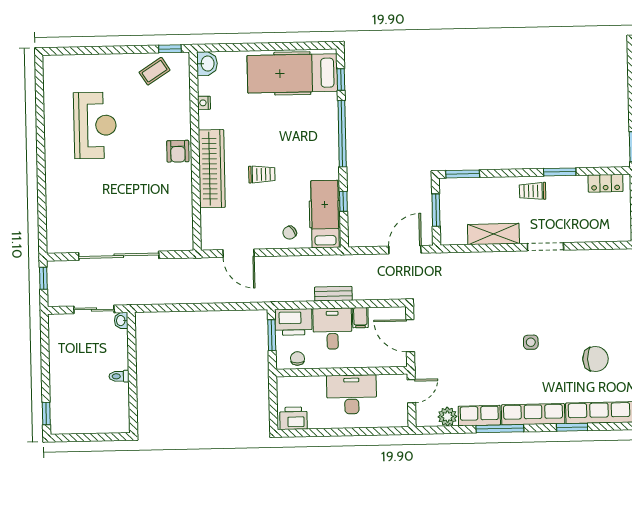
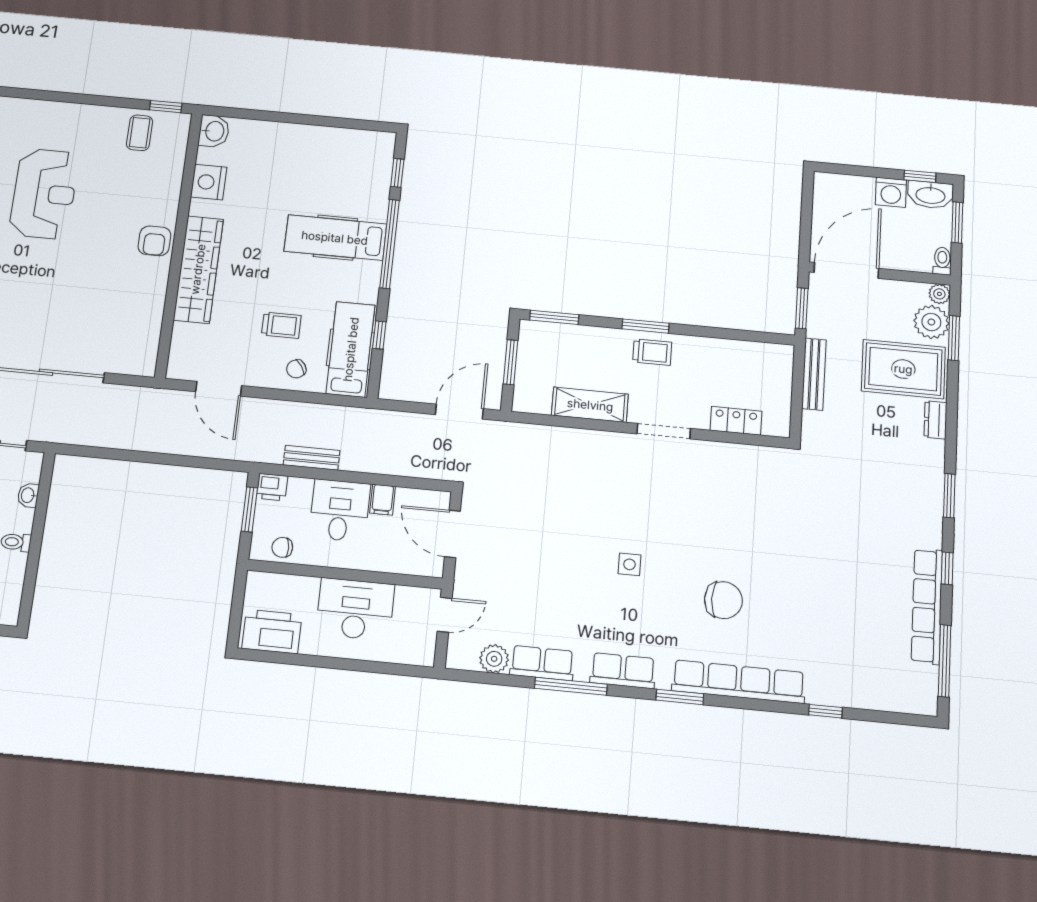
coffee table: (155, 71) -> (140, 133), turned -57
hospital bed: (292, 73) -> (335, 238), moved, width x0.73, depth x0.78
nightstand: (204, 103) -> (209, 182), width x1.89, depth x1.79
window: (560, 172) -> (645, 326), moved
trolley: (262, 174) -> (281, 325), moved
locker: (606, 183) -> (736, 421), moved, turned 180
trolley: (533, 191) -> (652, 352), turned 180
bench: (333, 294) -> (311, 458), moved
washbasin: (121, 321) -> (28, 495), moved
printer: (293, 322) -> (272, 487), width x0.53, depth x0.68
chair: (298, 358) -> (282, 547), turned -92
row of seats: (533, 414) -> (623, 671), width x0.68
printer: (293, 418) -> (272, 632), width x1.37, depth x1.19

